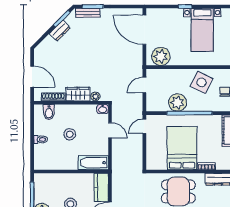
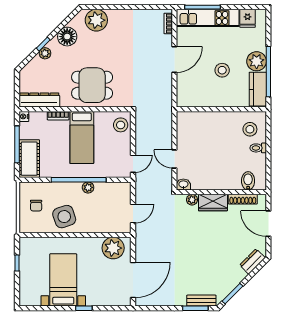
door: (144, 30) -> (133, 280), hinge flipped
dresser: (60, 31) -> (252, 261), moved
side table: (201, 82) -> (64, 217), turned 45
plant: (178, 103) -> (88, 187), width x0.53, depth x0.53
stool: (70, 134) -> (250, 129), moved
bed: (182, 148) -> (82, 137), width x0.67
stool: (155, 158) -> (121, 125), added
bathtub: (93, 163) -> (195, 120), removed
kitchen counter: (101, 187) -> (258, 89), moved, turned 180

